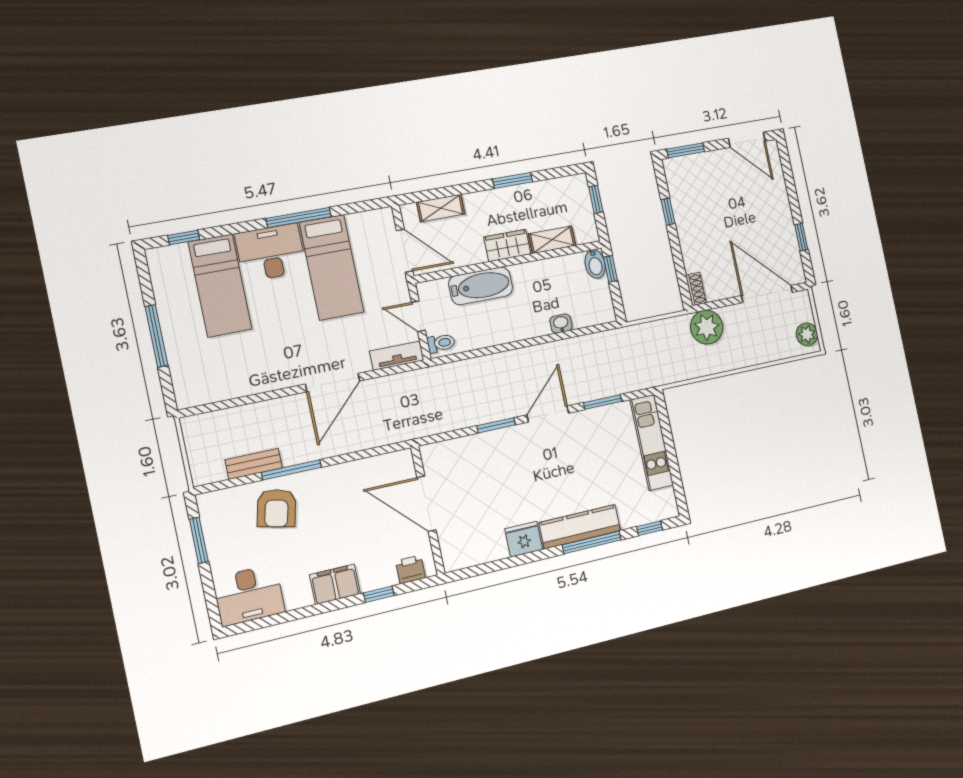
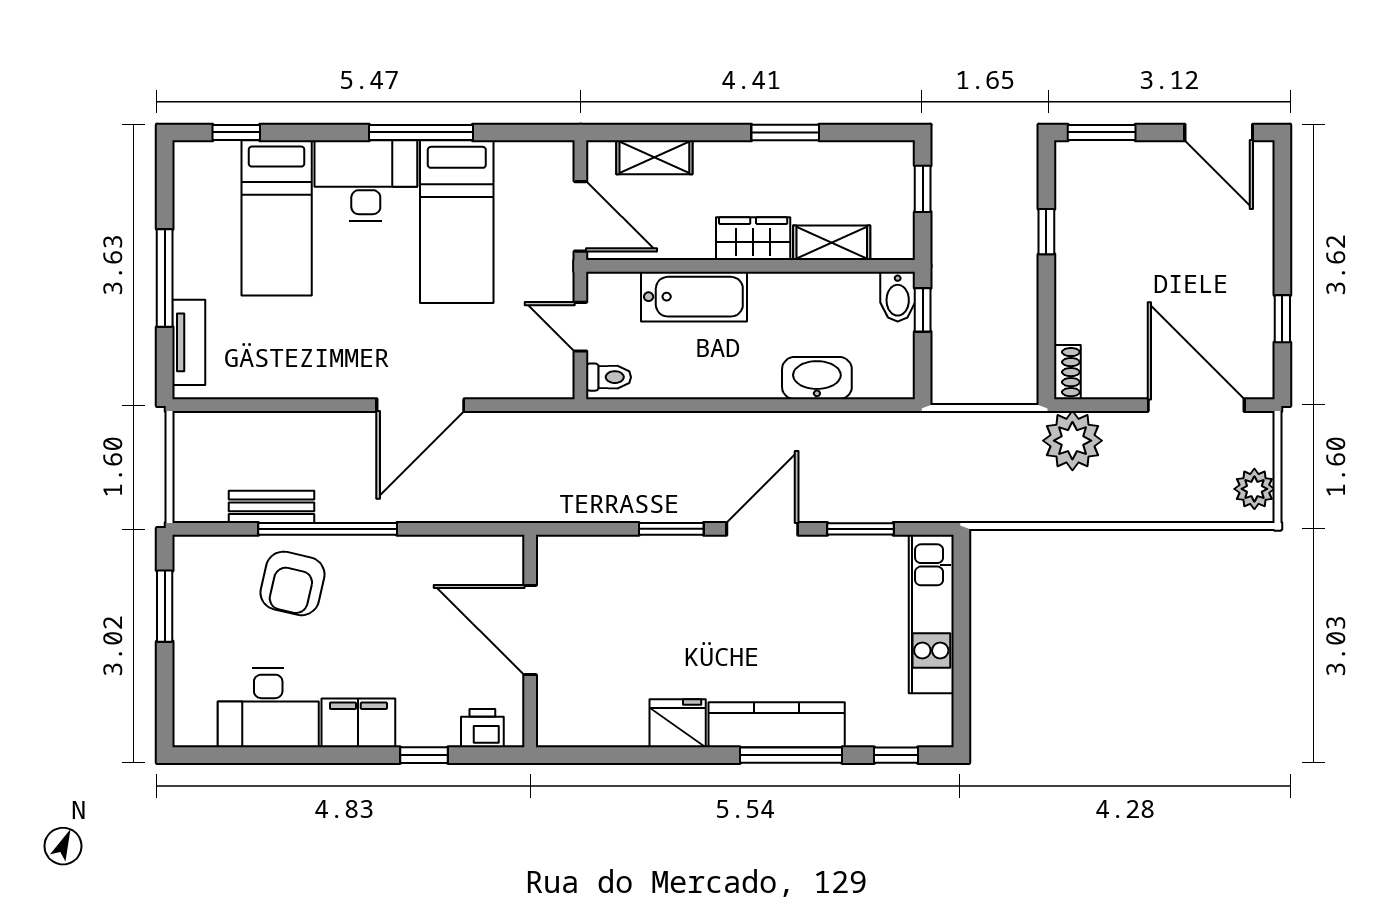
washbasin: (561, 324) -> (817, 378), width x1.91, depth x1.45
tv unit: (397, 356) -> (189, 342), moved, turned 90
window: (291, 470) -> (328, 529), width x1.46
desk: (249, 595) -> (268, 708), moved

